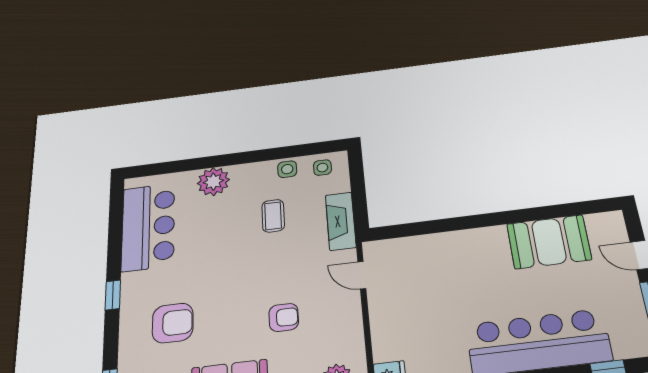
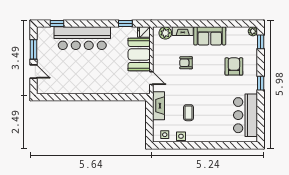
plant: (213, 182) -> (215, 135), removed
booth: (549, 242) -> (139, 54), moved, turned 90
armchair: (173, 323) -> (234, 66), turned 90

